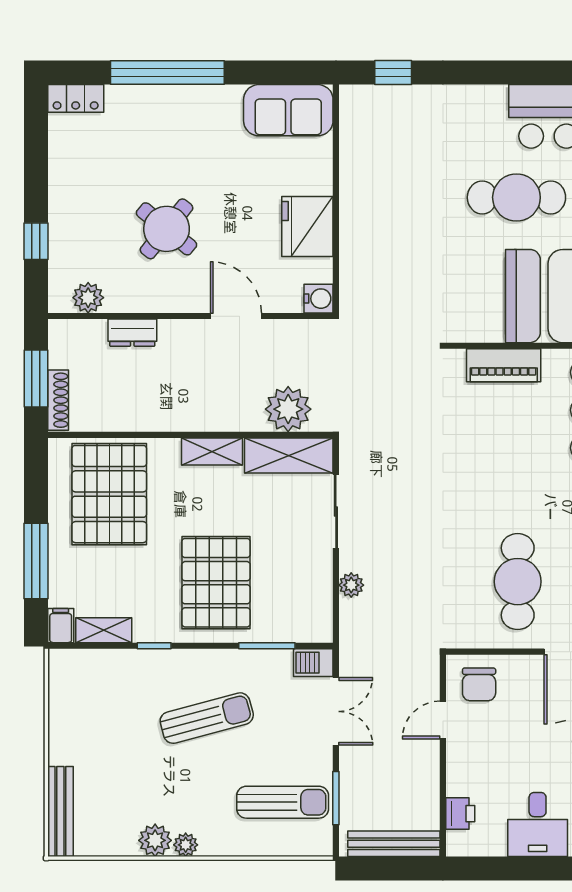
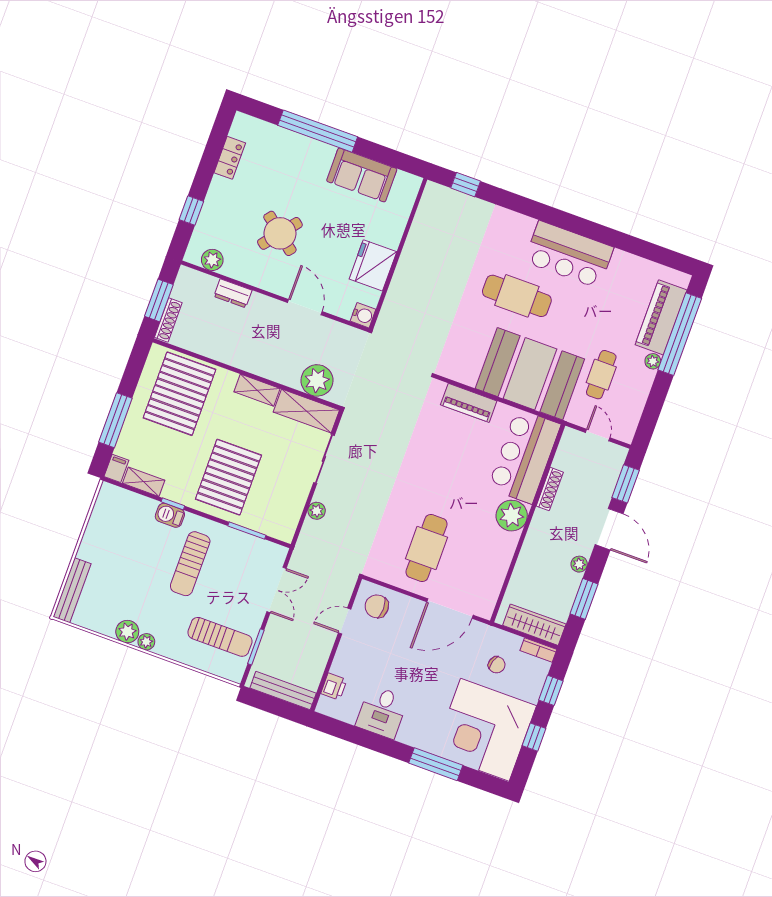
locker: (76, 98) -> (230, 158), moved, turned -90
sofa: (288, 110) -> (362, 175), moved
barbecue: (313, 663) -> (170, 515), moved
chair: (479, 684) -> (377, 606), turned 90
sun lounger: (207, 718) -> (190, 564), turned 105

